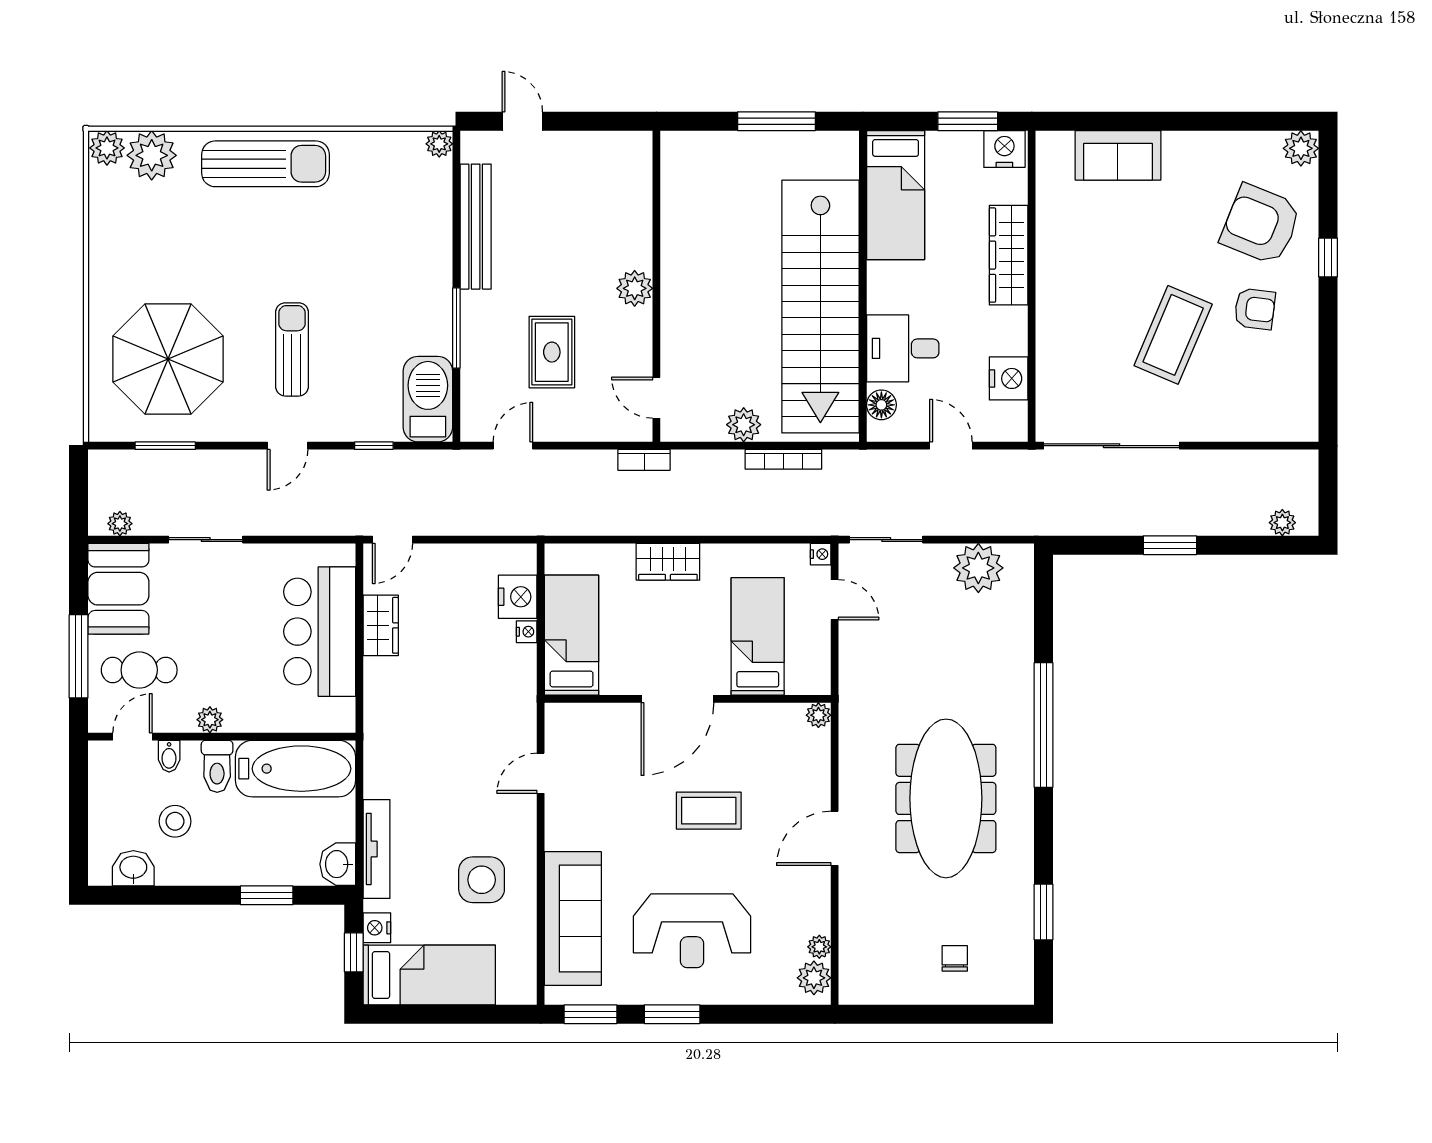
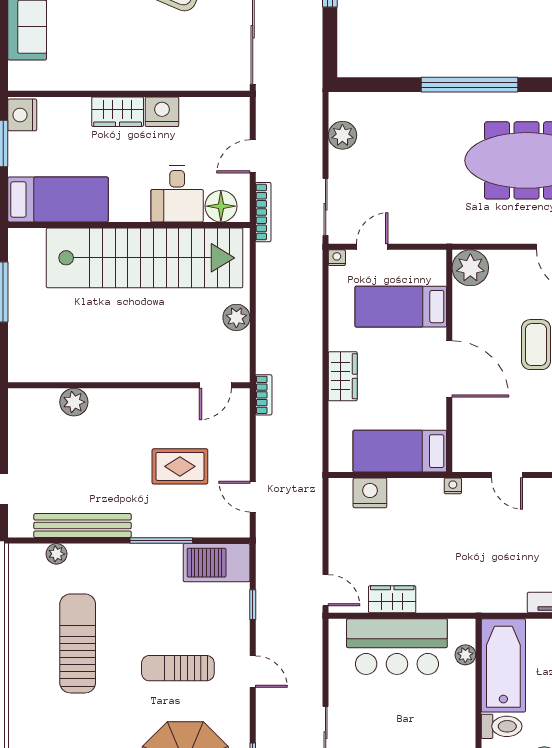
plant: (439, 144) -> (57, 554), moved
sun lounger: (265, 164) -> (78, 643), moved
wardrobe: (1009, 255) -> (118, 112), width x0.67
plant: (635, 288) -> (74, 402), moved
nightstand: (1009, 378) -> (162, 112), moved
floor lamp: (881, 405) -> (221, 206), width x1.38, depth x1.38
bookcase: (783, 459) -> (263, 212), moved
plant: (978, 568) -> (342, 135), width x0.73, depth x0.73
nightstand: (527, 632) -> (453, 486), moved
plant: (818, 715) -> (470, 268), width x1.87, depth x1.87
plant: (210, 720) -> (465, 655), moved

